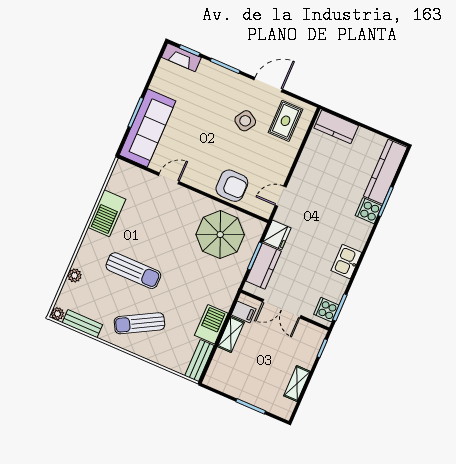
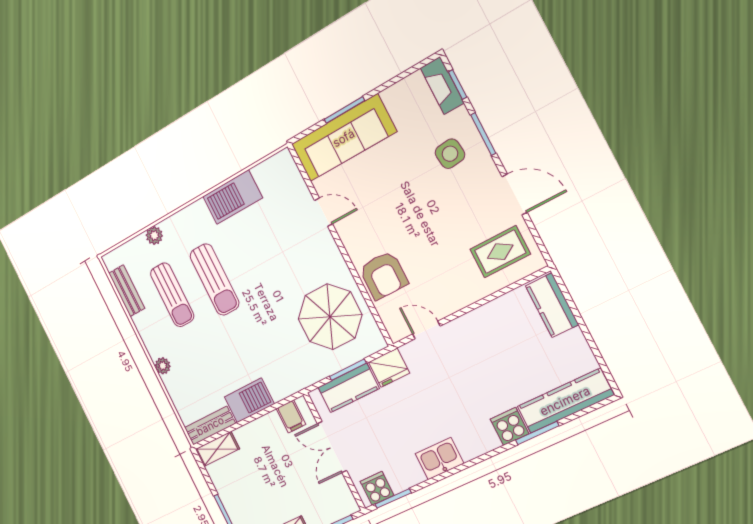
side table: (245, 121) -> (450, 154), moved, turned -38
plant: (57, 314) -> (163, 366), moved
sun lounger: (139, 323) -> (172, 295), moved, turned -151
shelving: (231, 334) -> (217, 449), moved

